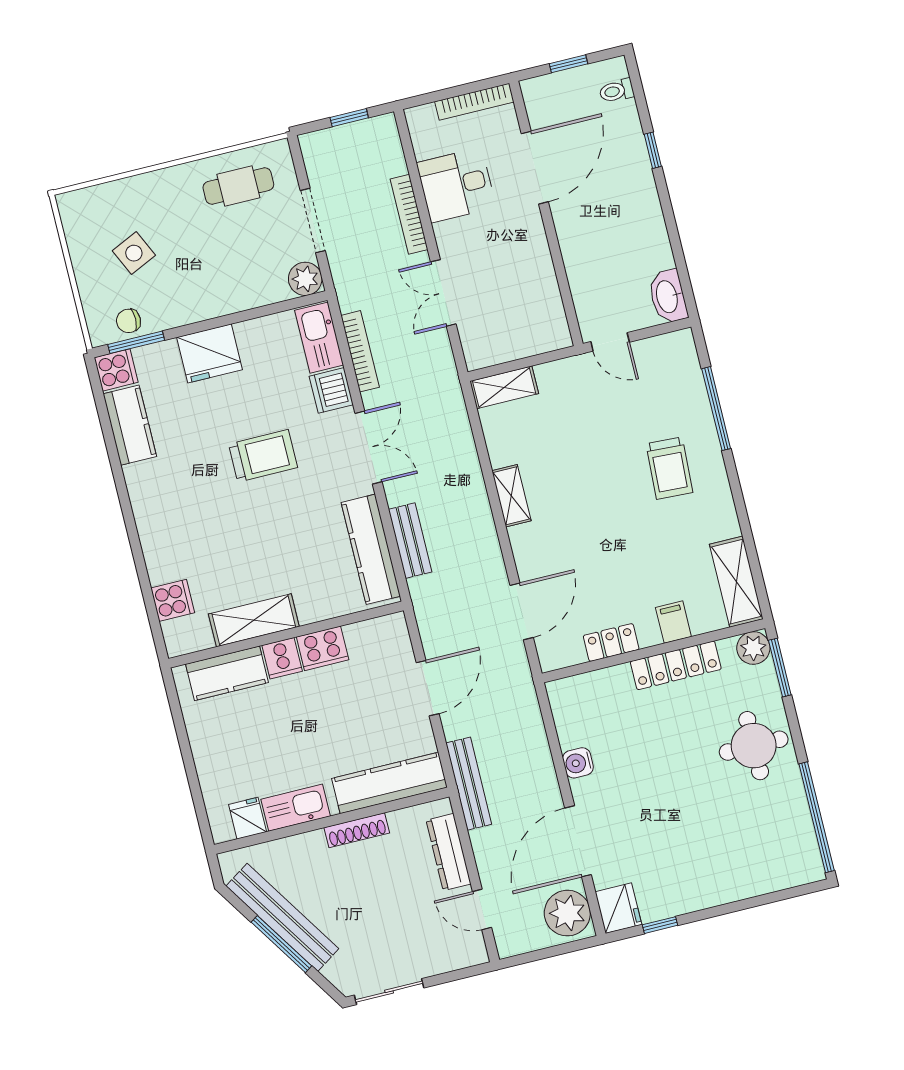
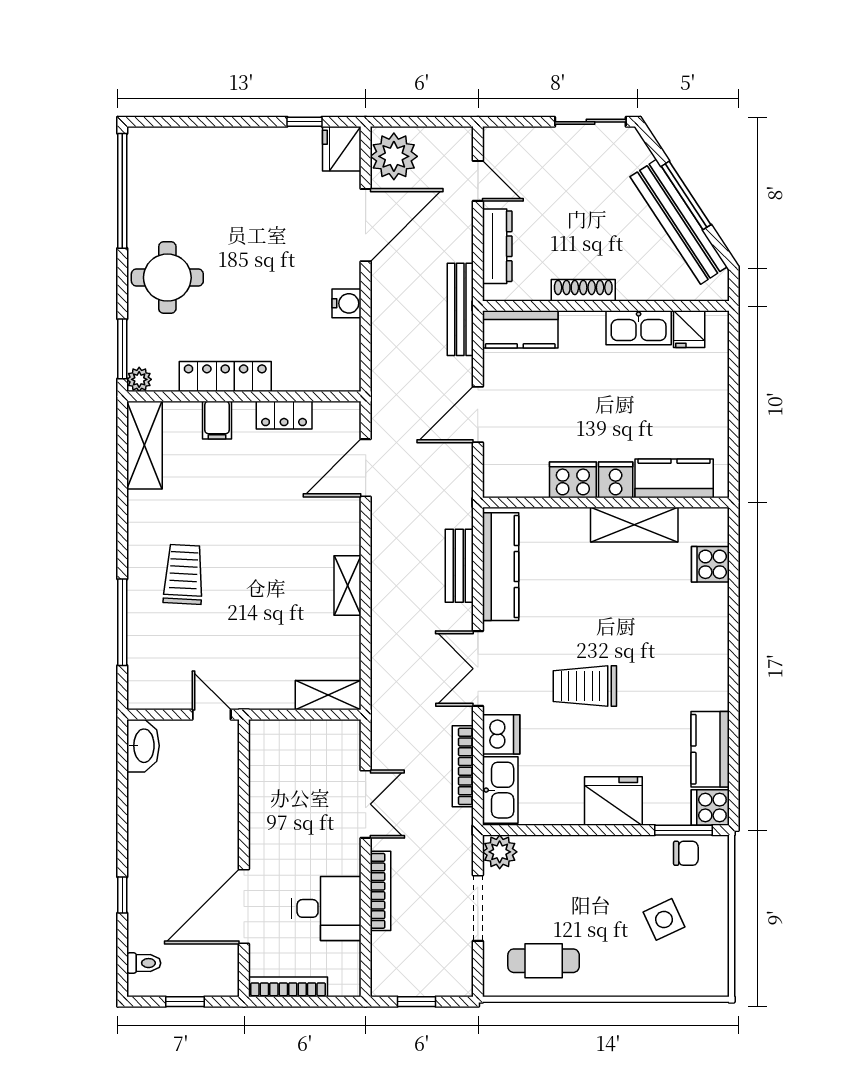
plant: (753, 648) -> (139, 379), width x0.73, depth x0.73
kitchen counter: (389, 783) -> (520, 329), width x0.67

